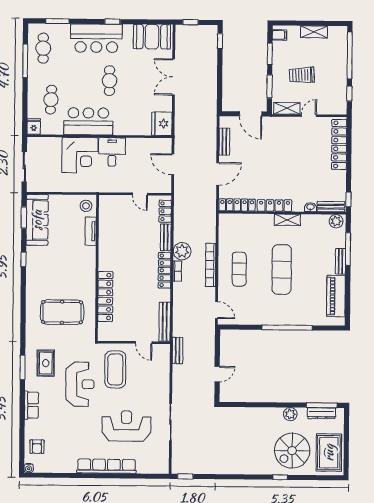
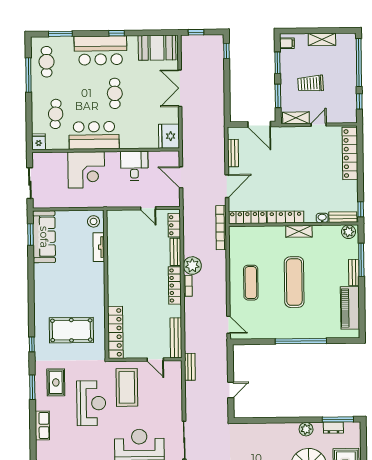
desk: (112, 152) -> (134, 166), moved
window: (23, 259) -> (32, 344), moved
bookcase: (211, 265) -> (221, 228), moved
locker: (105, 297) -> (115, 332), moved
dresser: (321, 413) -> (333, 428), width x0.70

